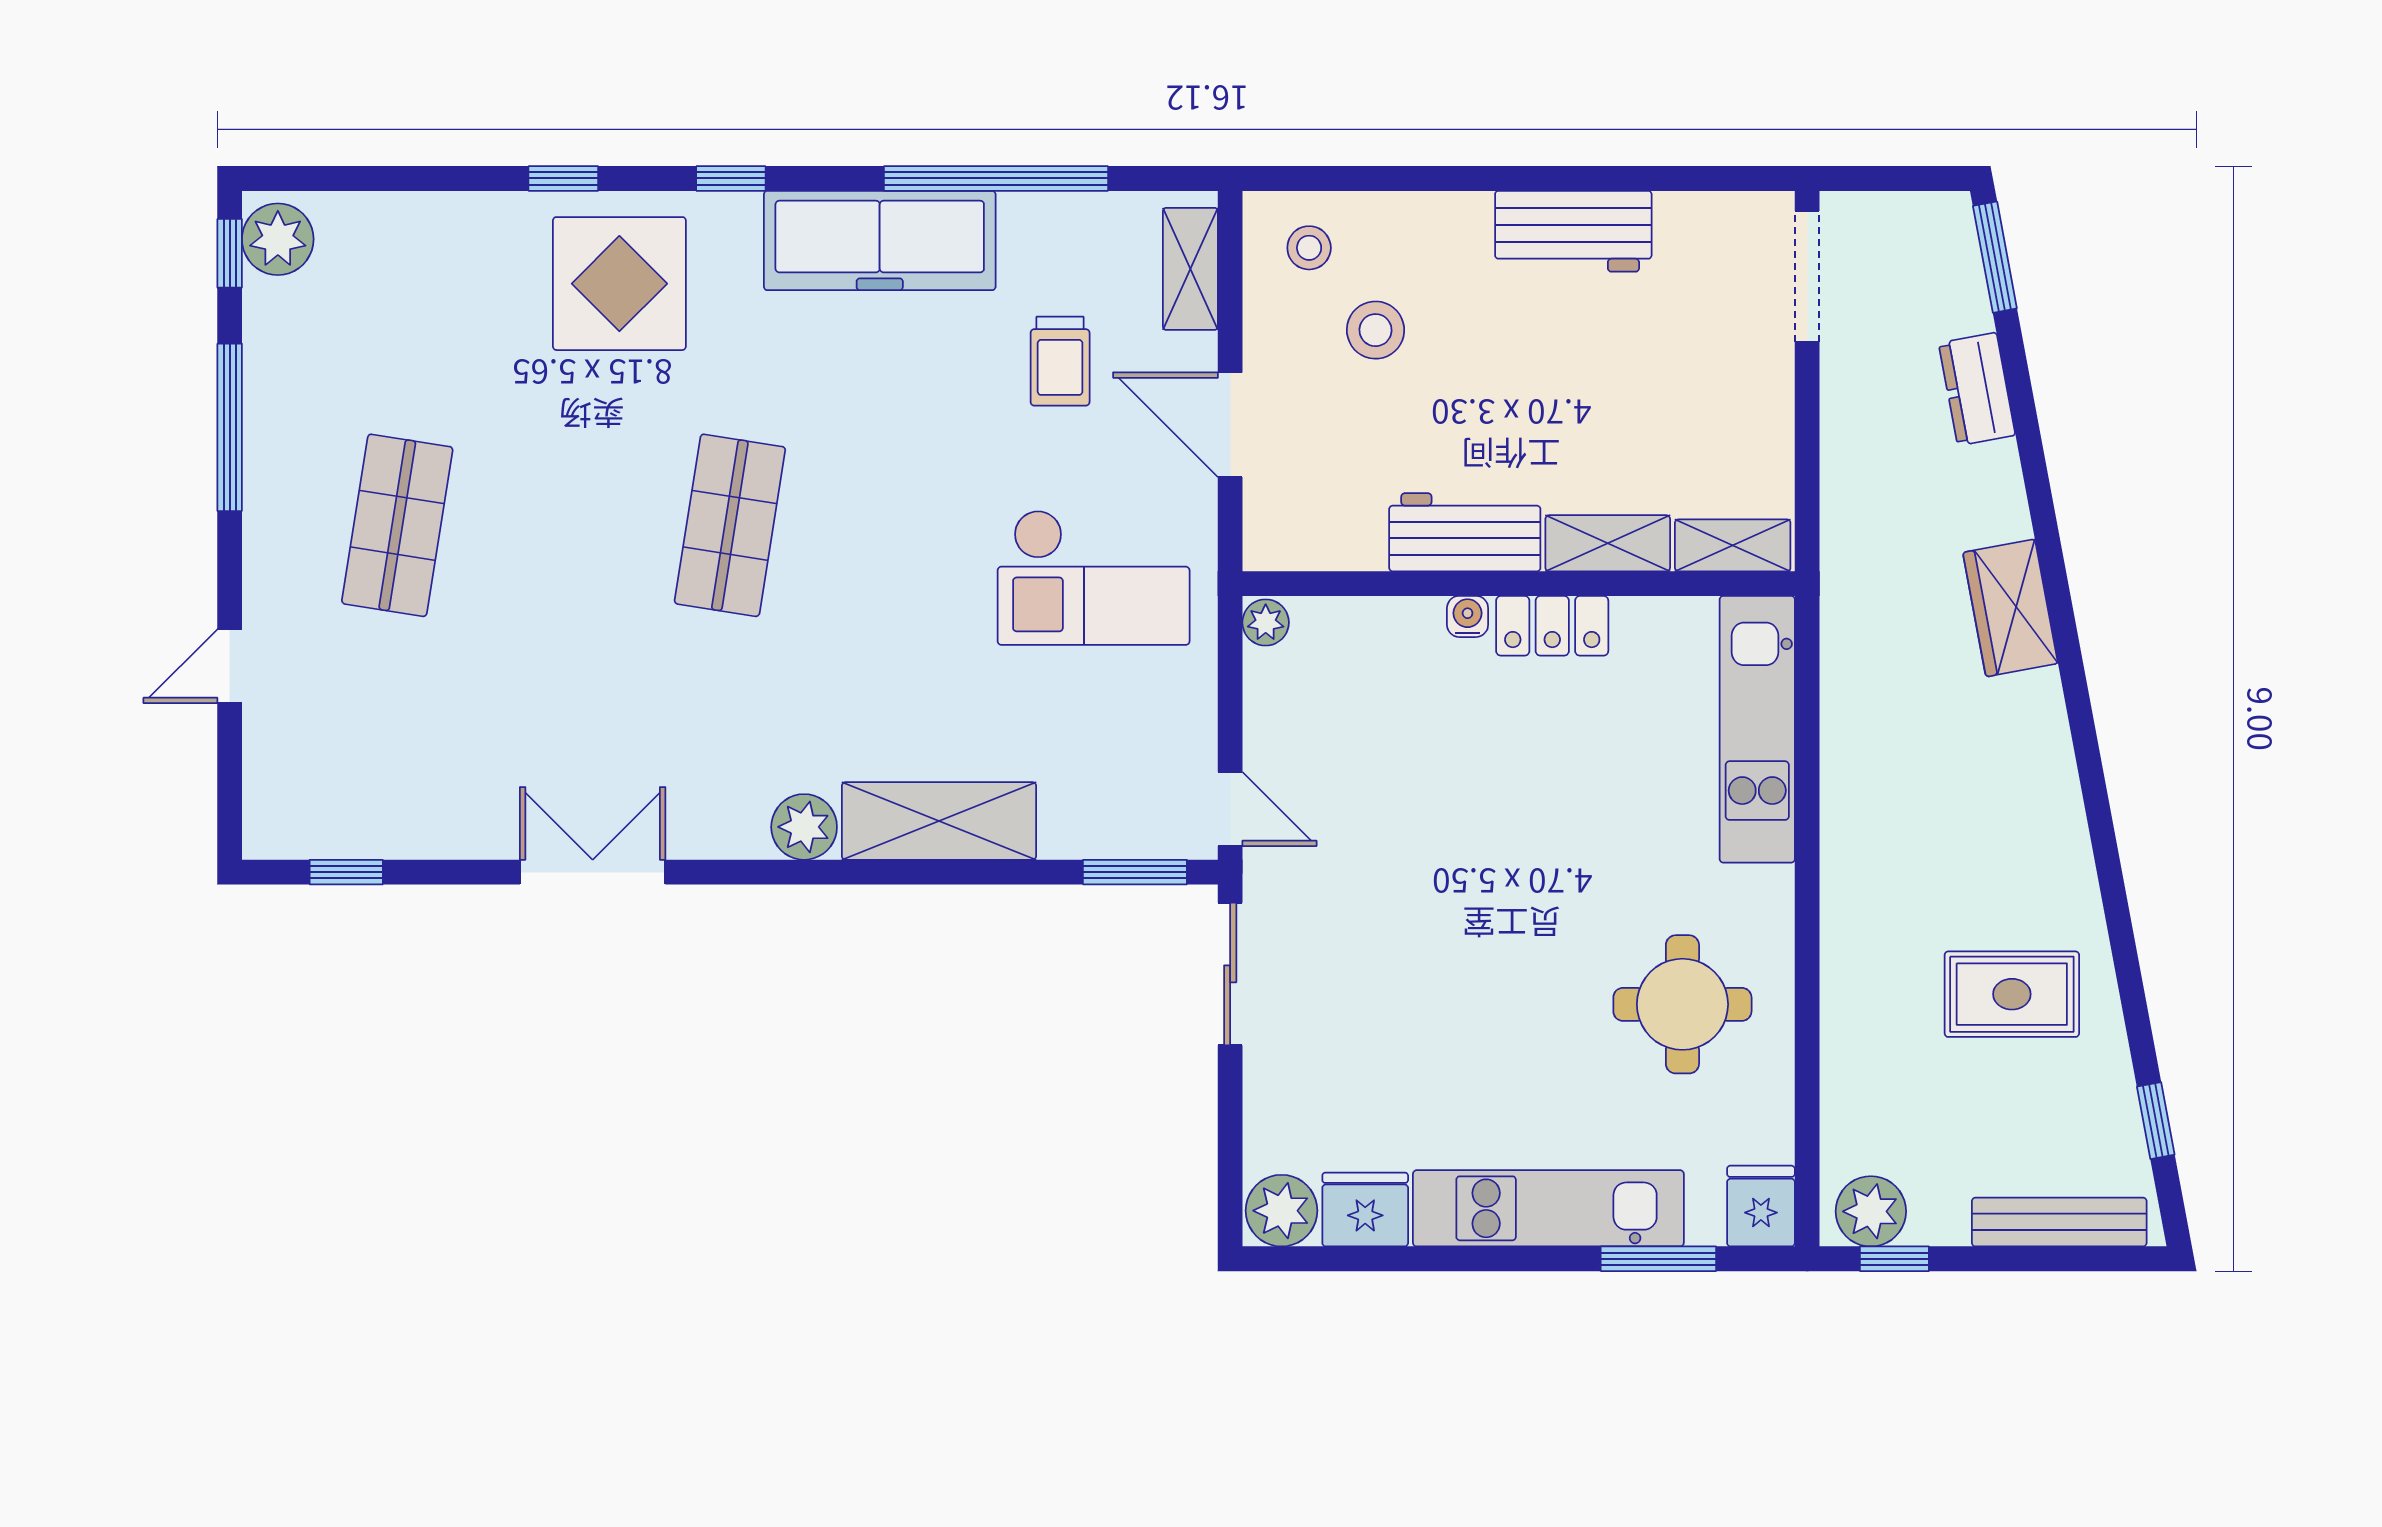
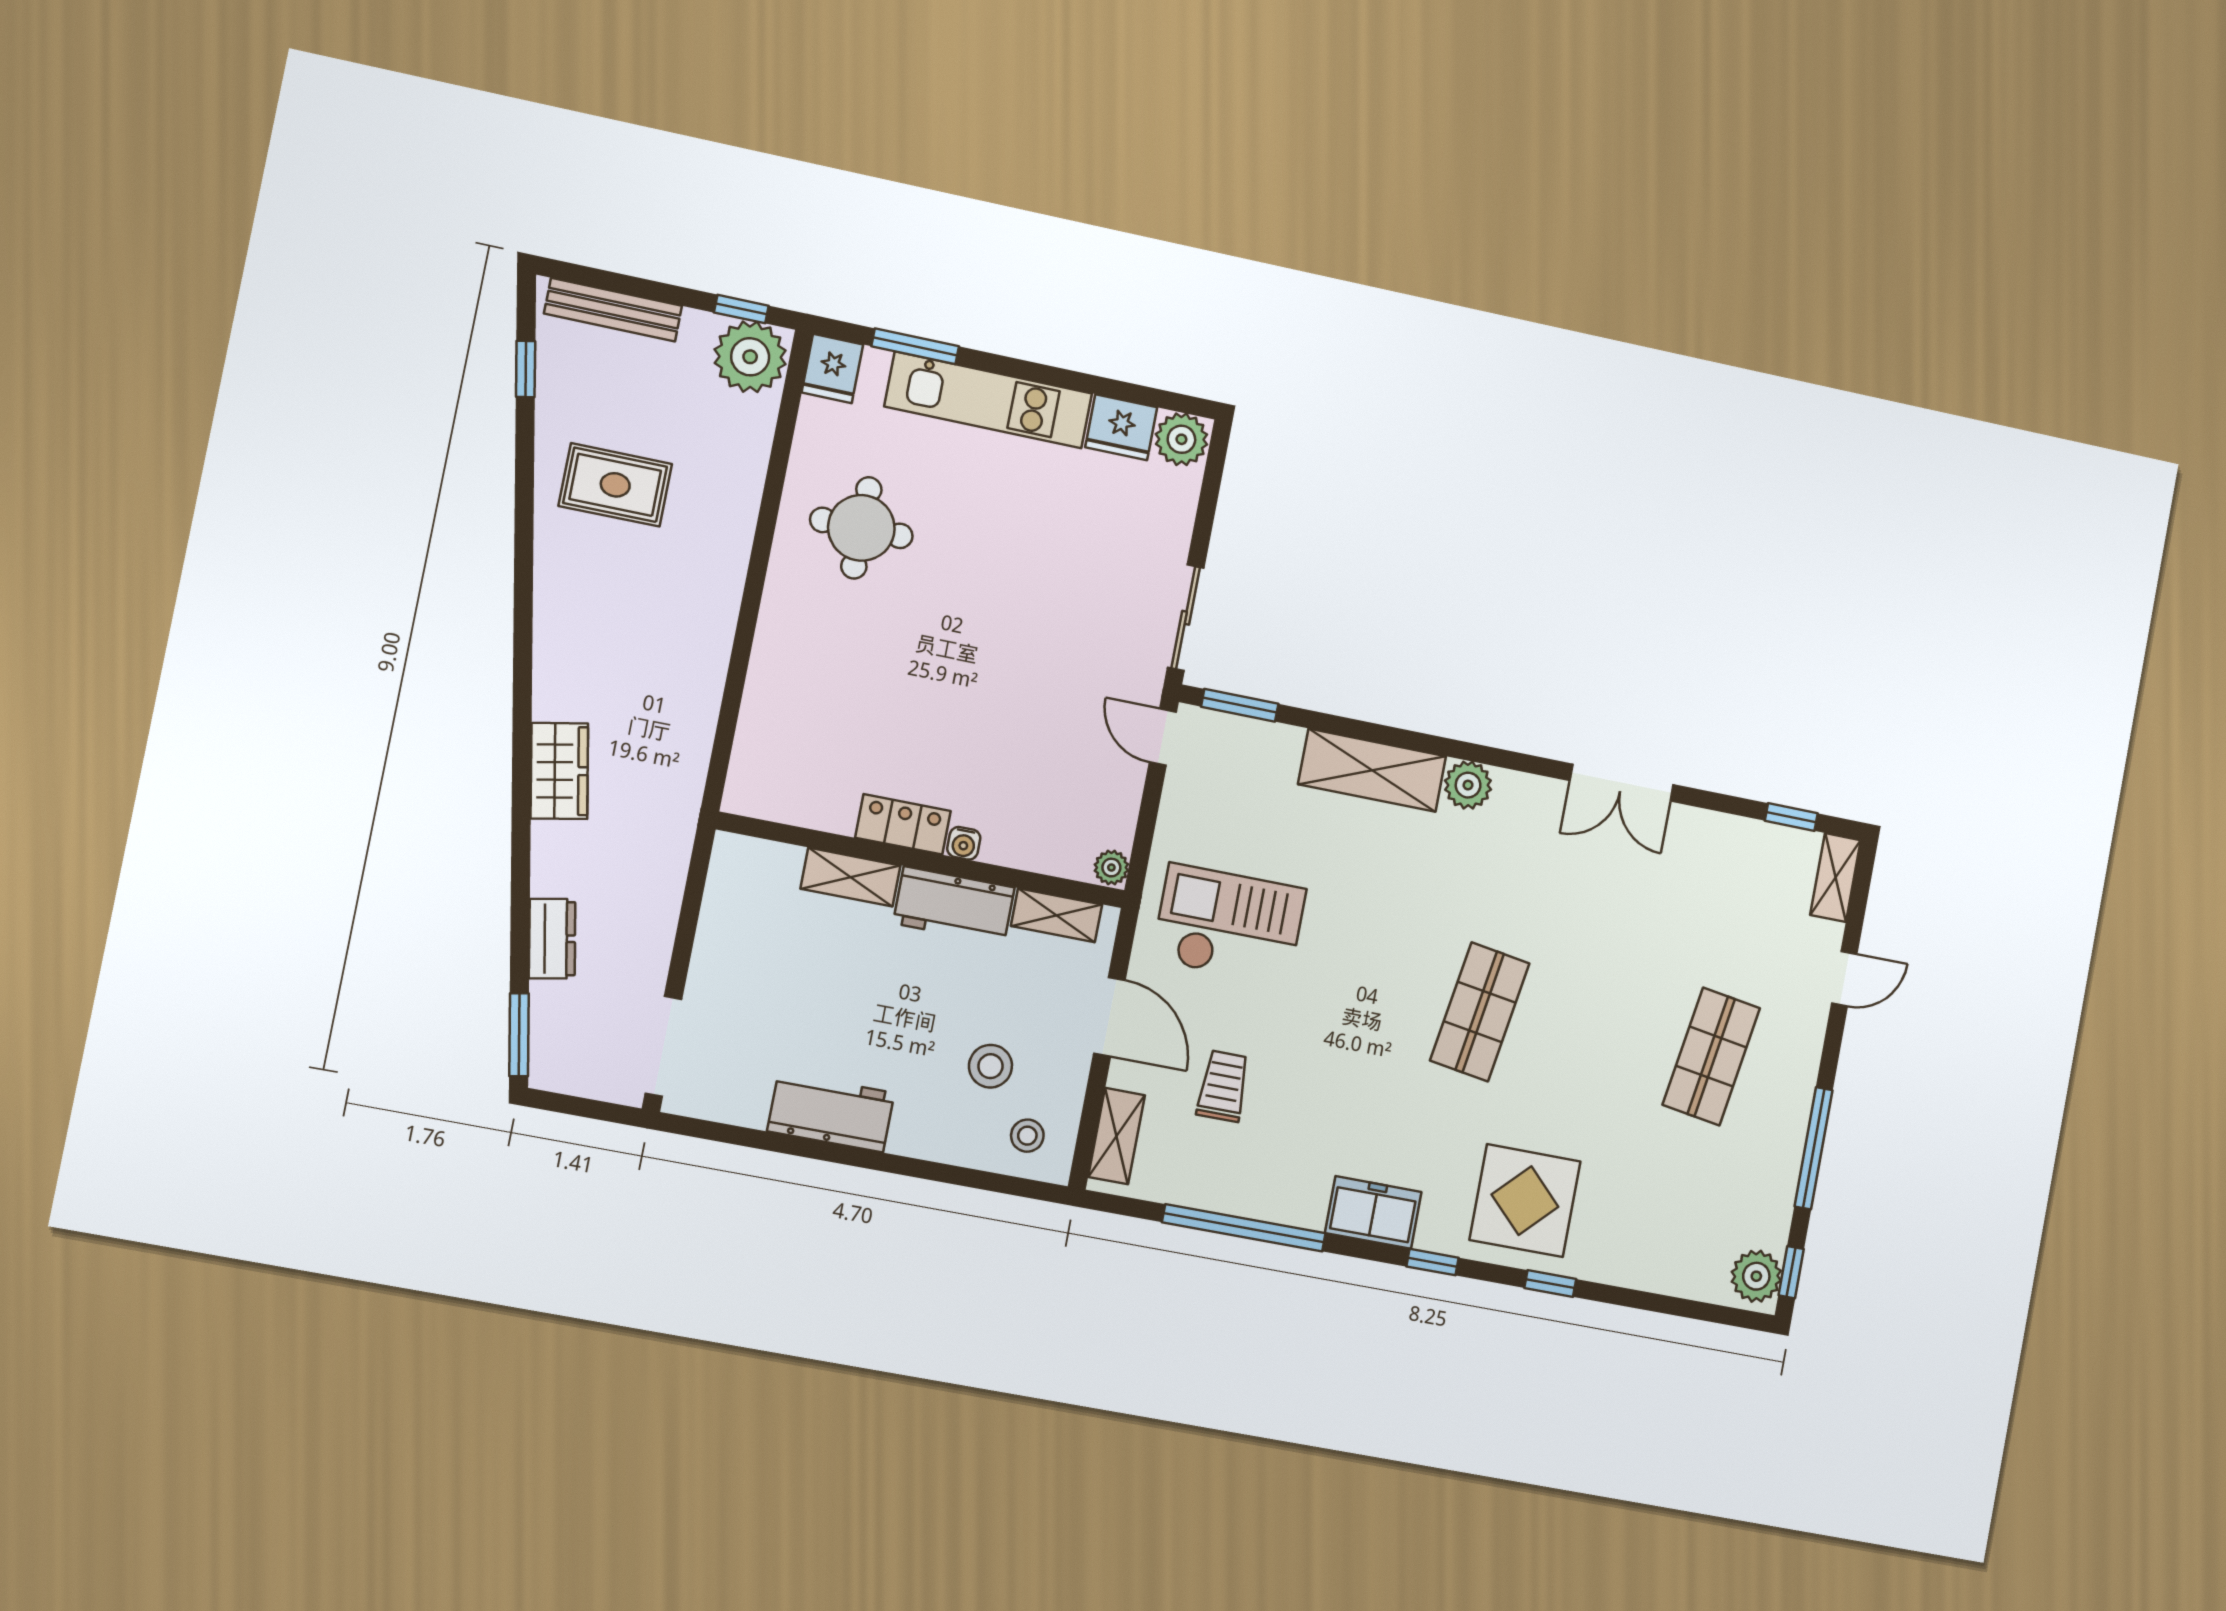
freezer: (880, 240) -> (1373, 1213), width x0.52, depth x0.79
shelving: (1733, 545) -> (1057, 915), moved
kitchen unit: (1757, 729) -> (767, 718), removed
shelving: (268, 802) -> (1835, 878), added
plant: (1871, 1211) -> (750, 357), width x1.36, depth x1.36

